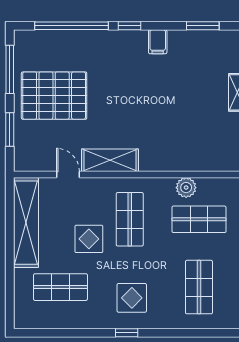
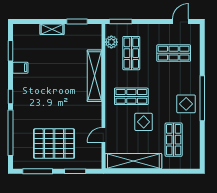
filing cabinet: (158, 42) -> (20, 68), moved
pallet: (54, 96) -> (54, 144), turned 90
shelving: (110, 160) -> (94, 76), moved, width x1.47
plant: (186, 188) -> (111, 42), moved
display table: (132, 298) -> (186, 104), moved
window: (127, 333) -> (202, 98), width x3.17

